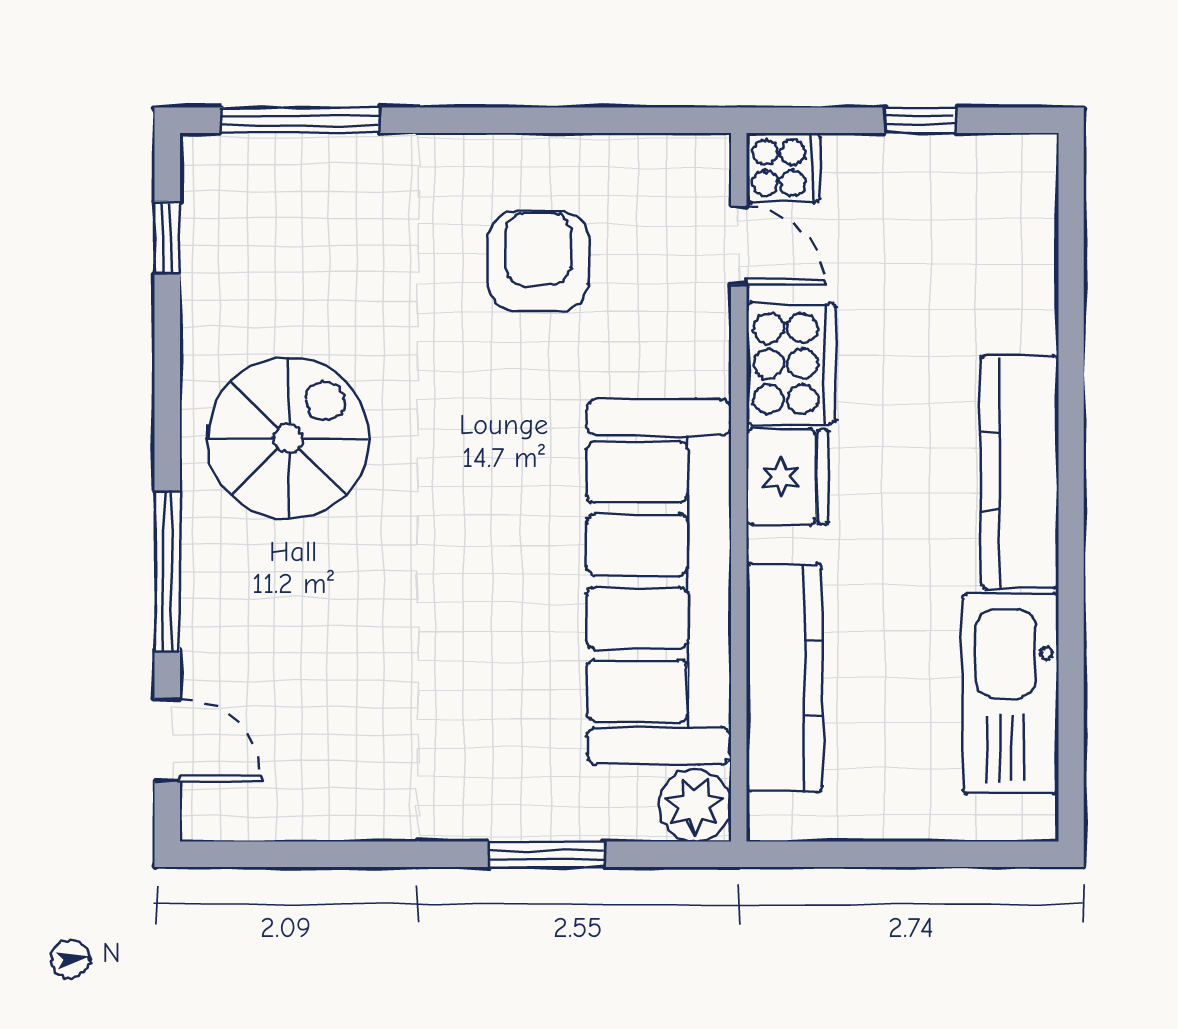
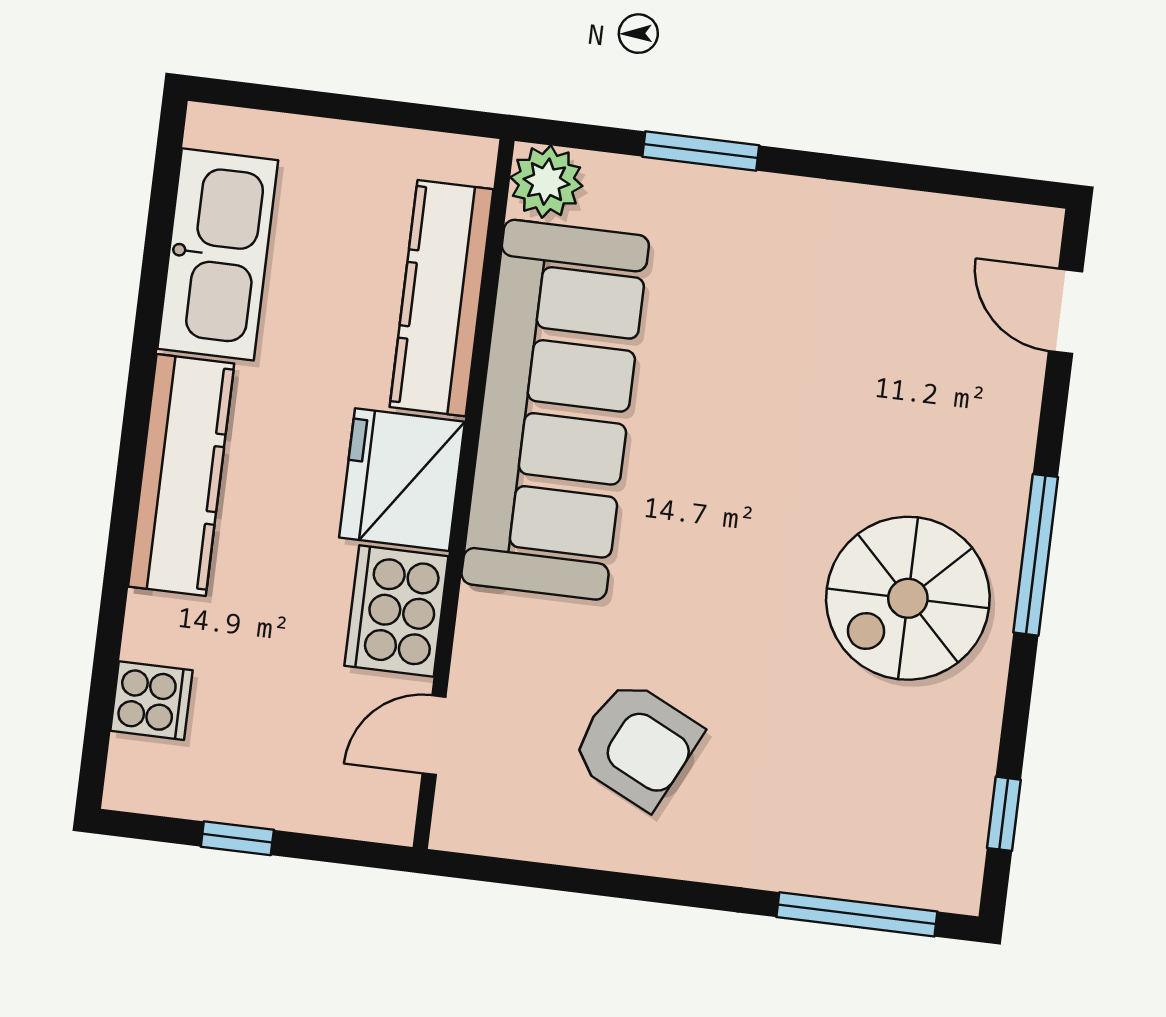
cooker: (783, 168) -> (151, 701), moved, turned 180
door: (739, 246) -> (434, 735), hinge flipped
armchair: (538, 261) -> (636, 744), turned -64
fridge: (787, 477) -> (402, 480), width x1.36, depth x1.34
window: (167, 571) -> (1036, 555), moved

